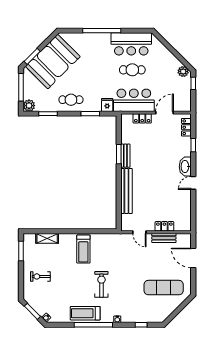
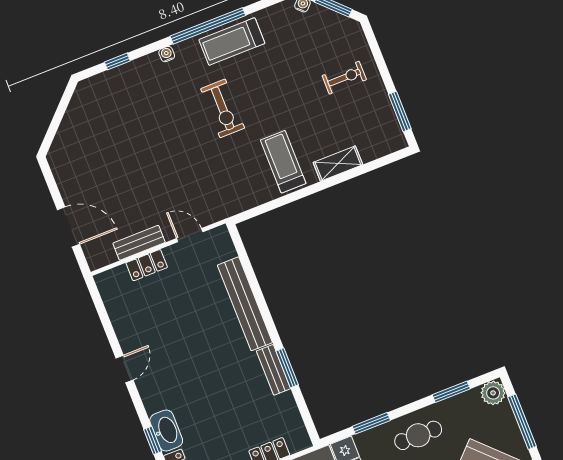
washbasin: (185, 167) -> (166, 431), moved
shelving: (47, 238) -> (338, 164), moved
exercise mat: (164, 288) -> (103, 149), removed
treadmill: (85, 313) -> (232, 42), turned 180

